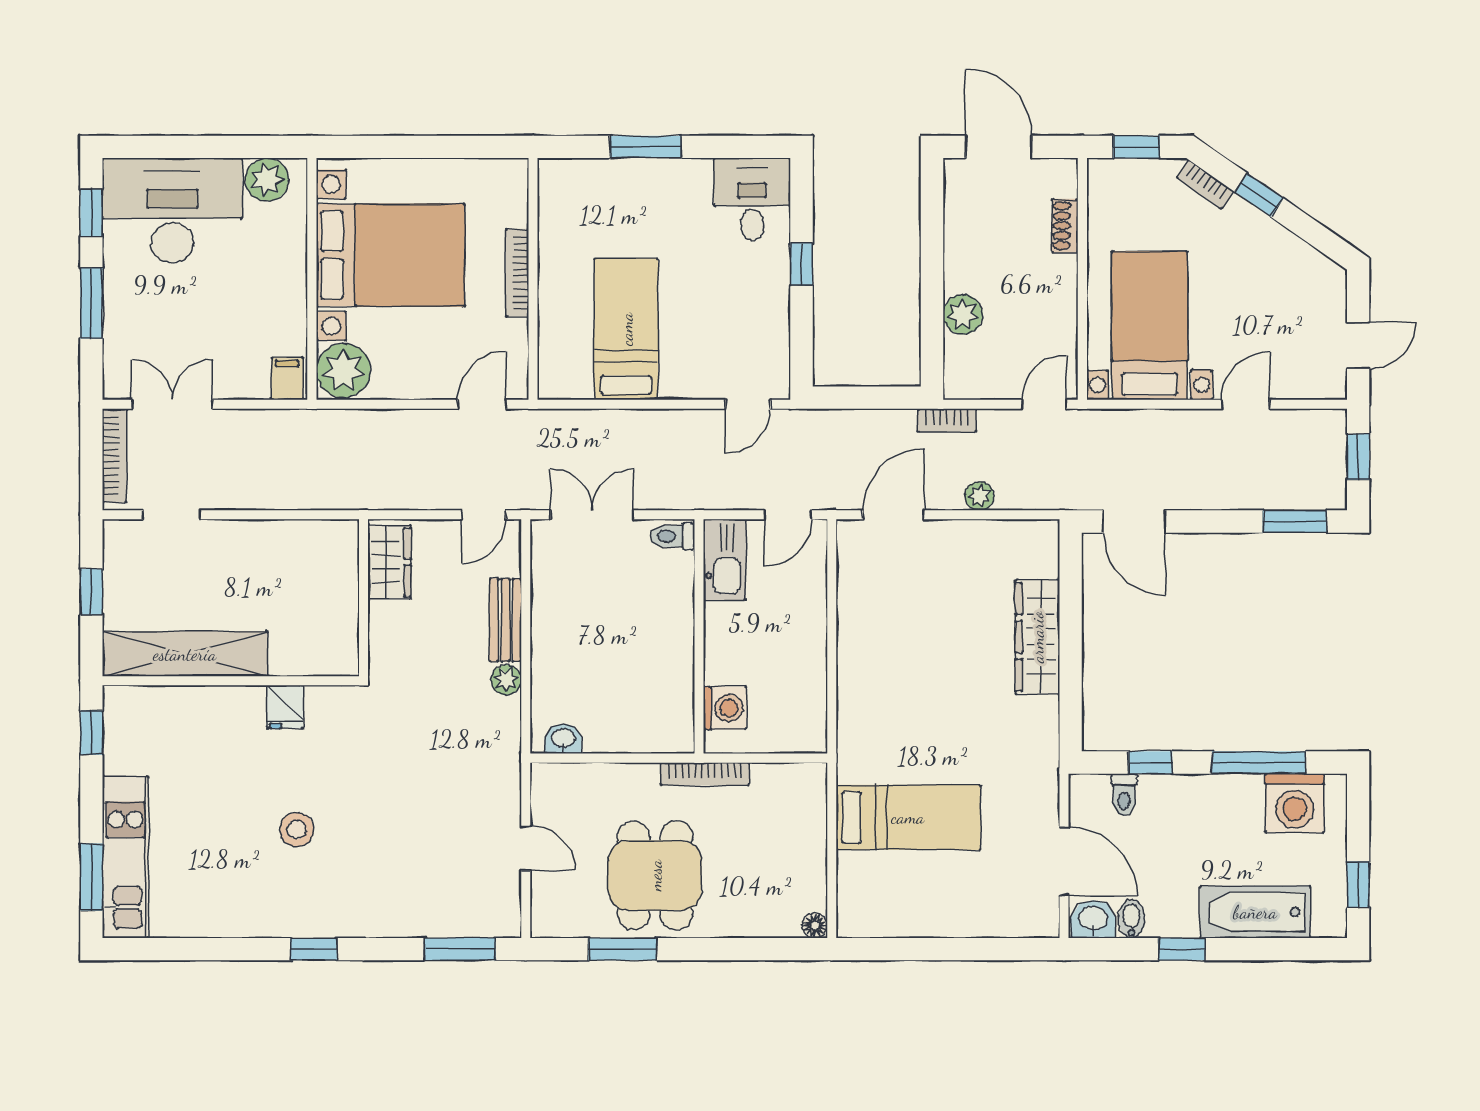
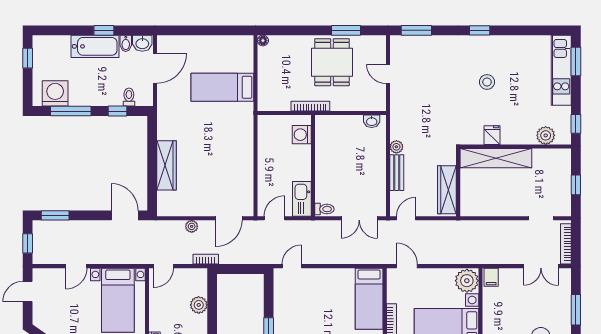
bed: (626, 329) -> (369, 299), moved
door: (482, 404) -> (407, 266), swing flipped
wardrobe: (389, 562) -> (447, 190), width x1.50
shelving: (185, 654) -> (496, 158), moved
plant: (161, 706) -> (546, 135), added
door: (1064, 862) -> (155, 68), swing flipped
bathtub: (1255, 912) -> (95, 46), moved

